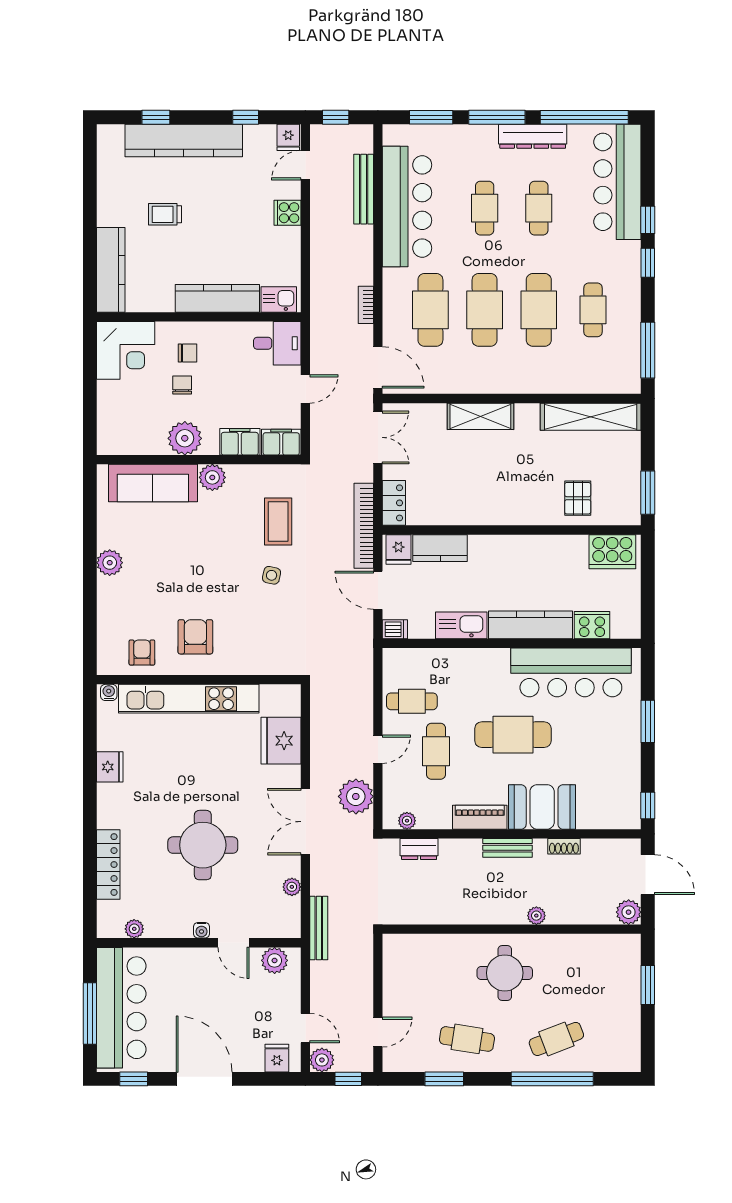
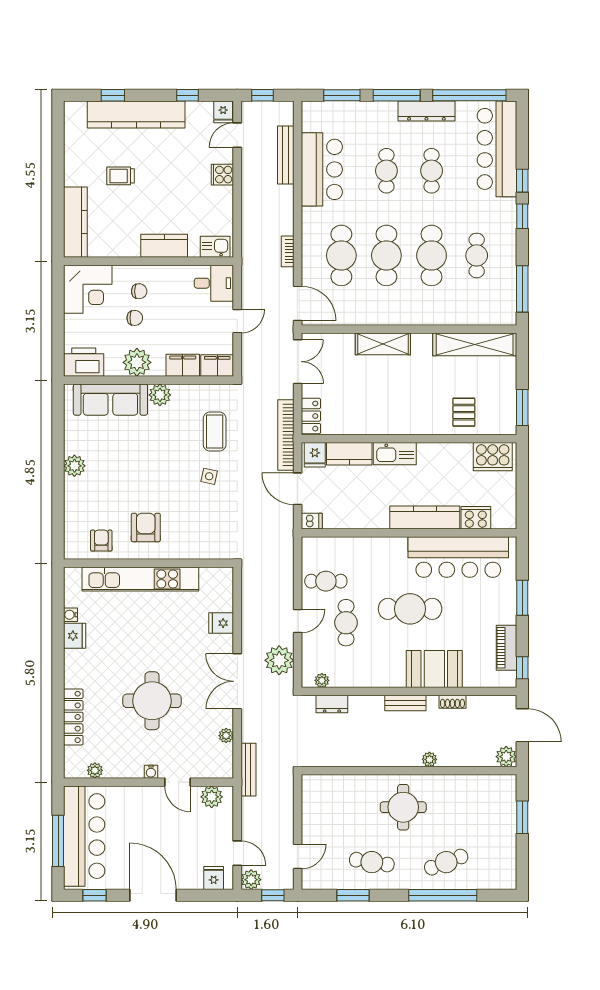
bar counter: (407, 207) -> (322, 169), width x0.73
kitchen counter: (217, 298) -> (164, 246), width x0.67
chair: (182, 385) -> (135, 318), turned 90
printer: (121, 438) -> (84, 362), added
kitchen sink: (461, 625) -> (395, 454), moved, turned 180
water cooler: (109, 692) -> (70, 615), moved, turned -90
fridge: (281, 741) -> (221, 623), width x0.53, depth x0.75
piano: (480, 817) -> (506, 648), moved, turned -90

